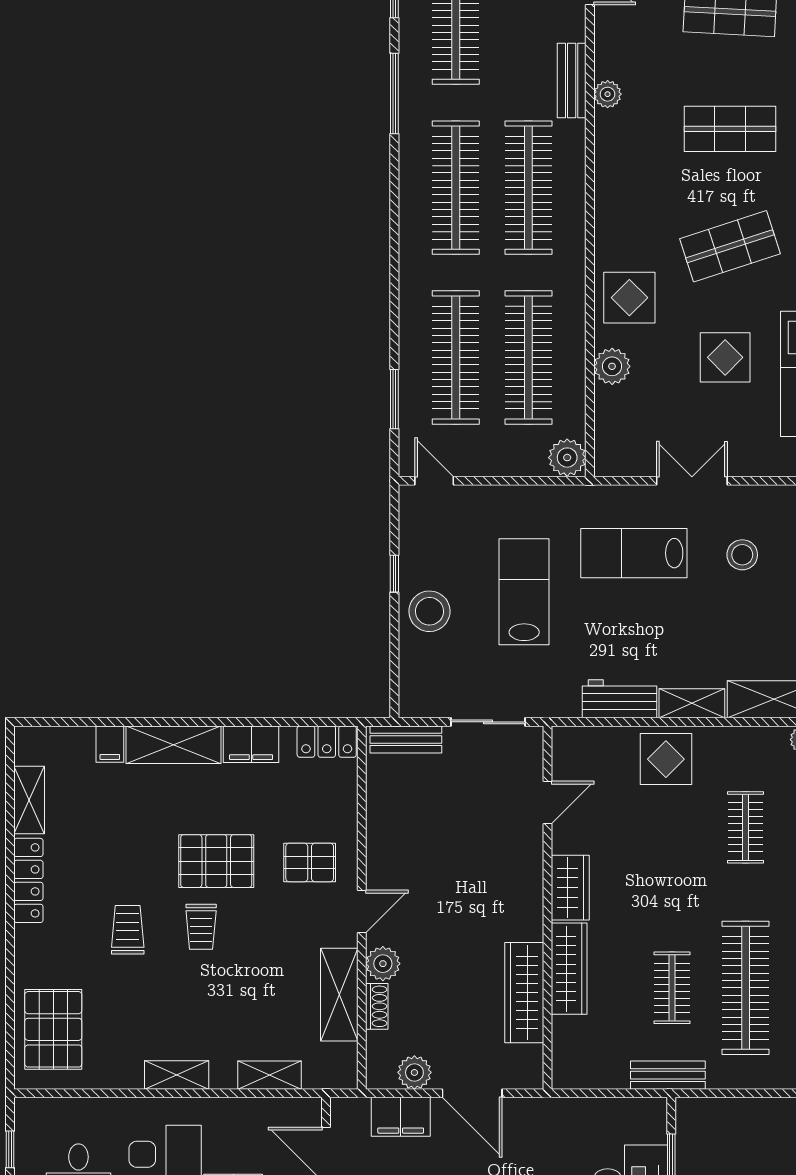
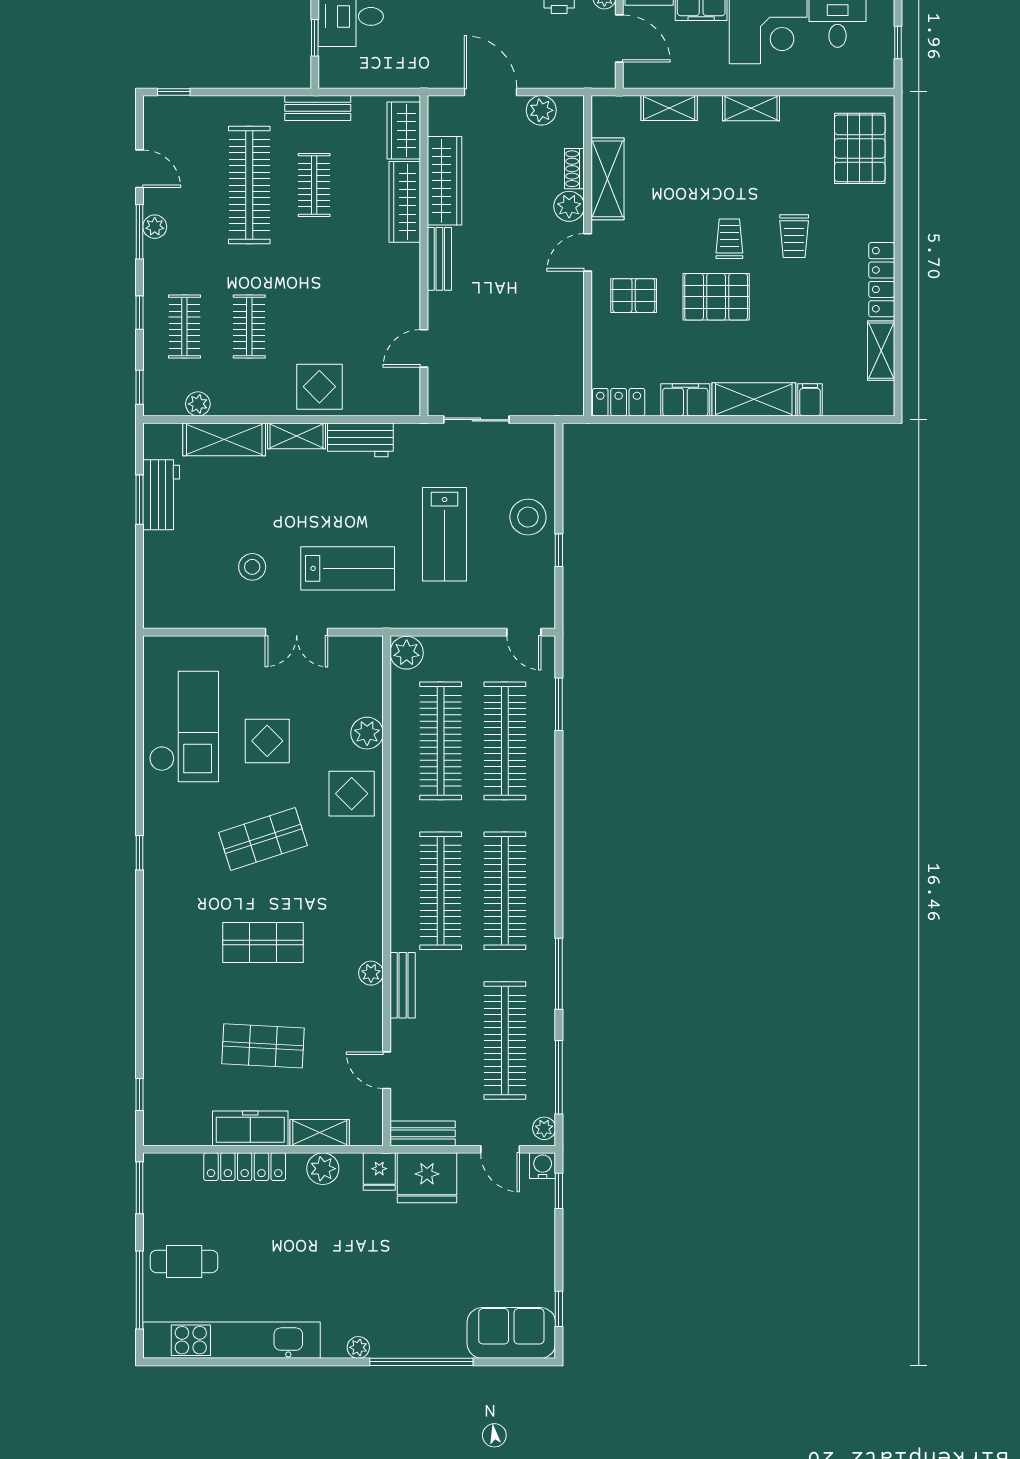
bench: (406, 739) -> (439, 259), moved, turned 90
wardrobe: (570, 888) -> (404, 131), moved
filing cabinet: (401, 1117) -> (553, 71), removed

